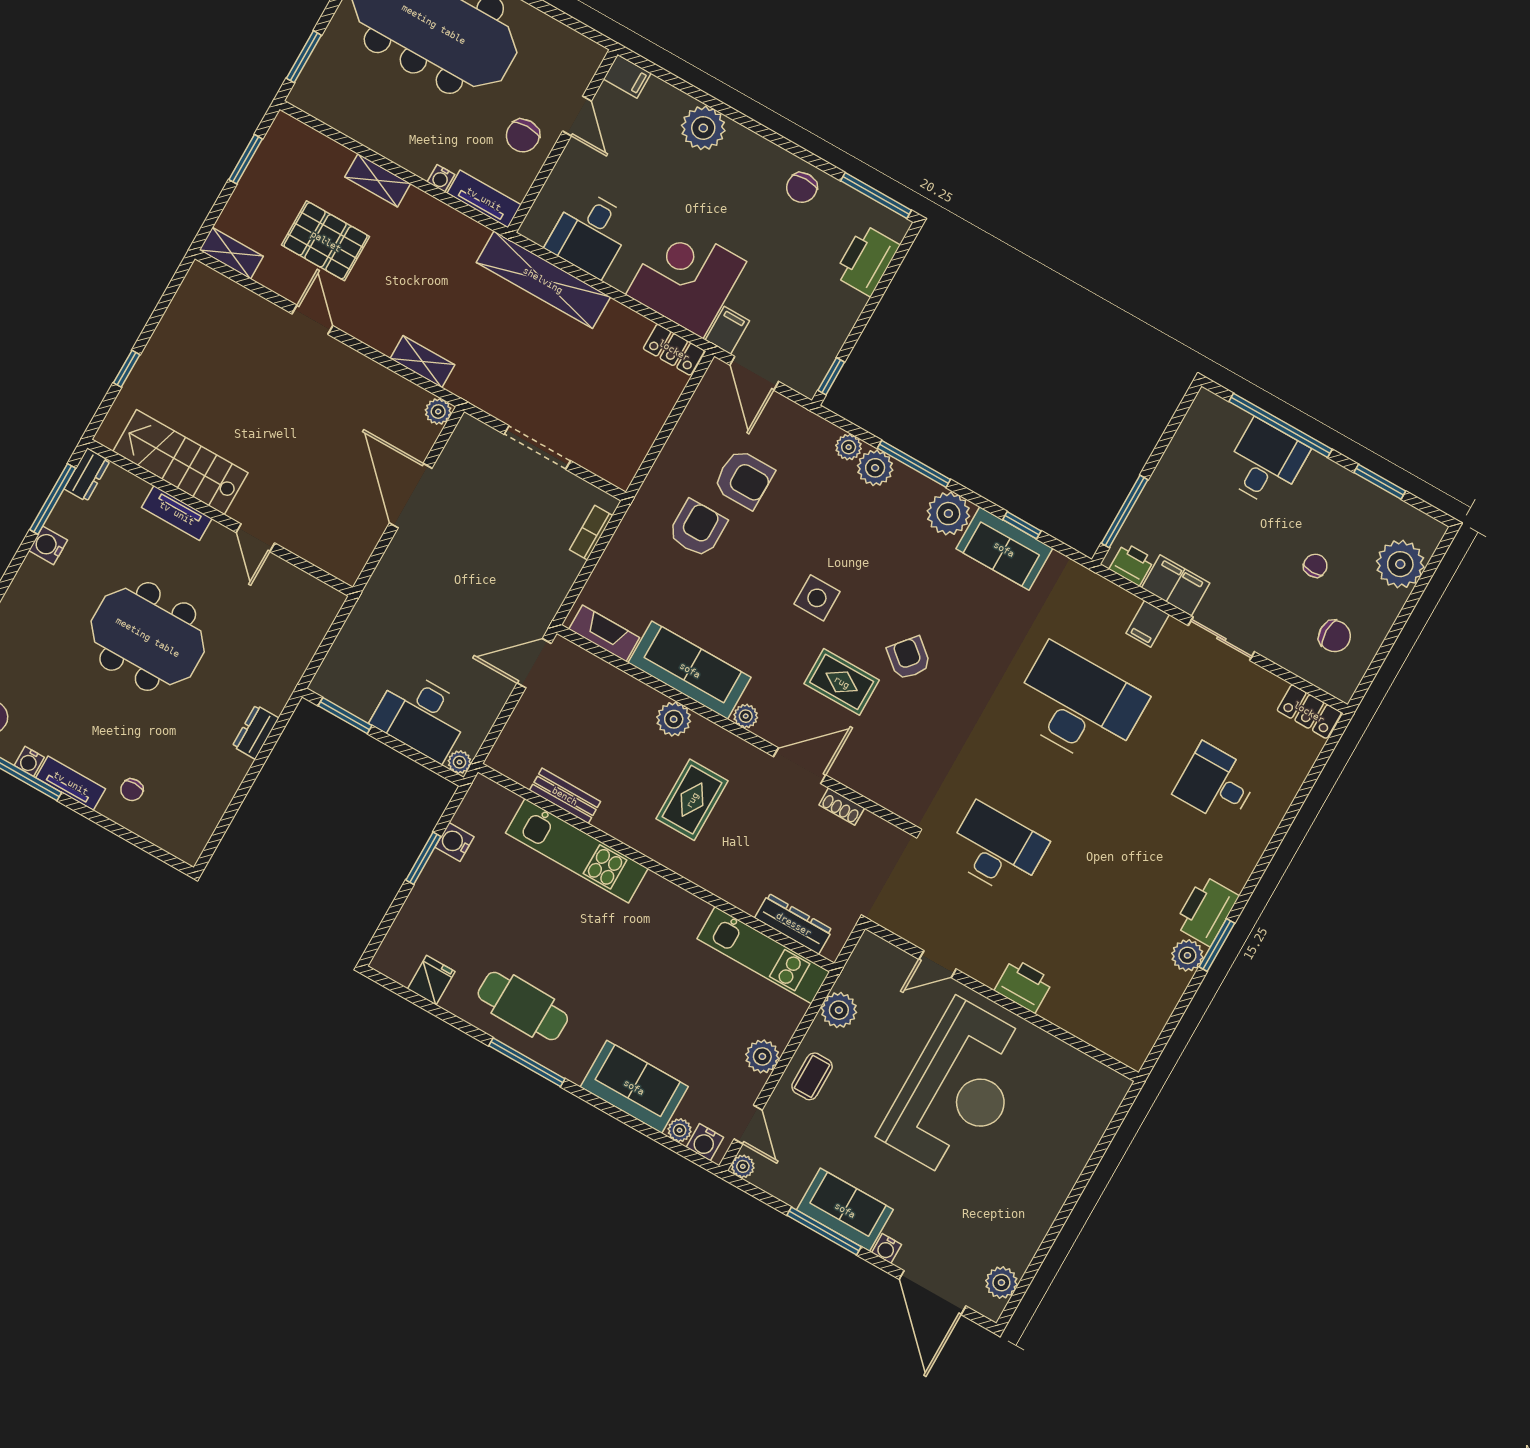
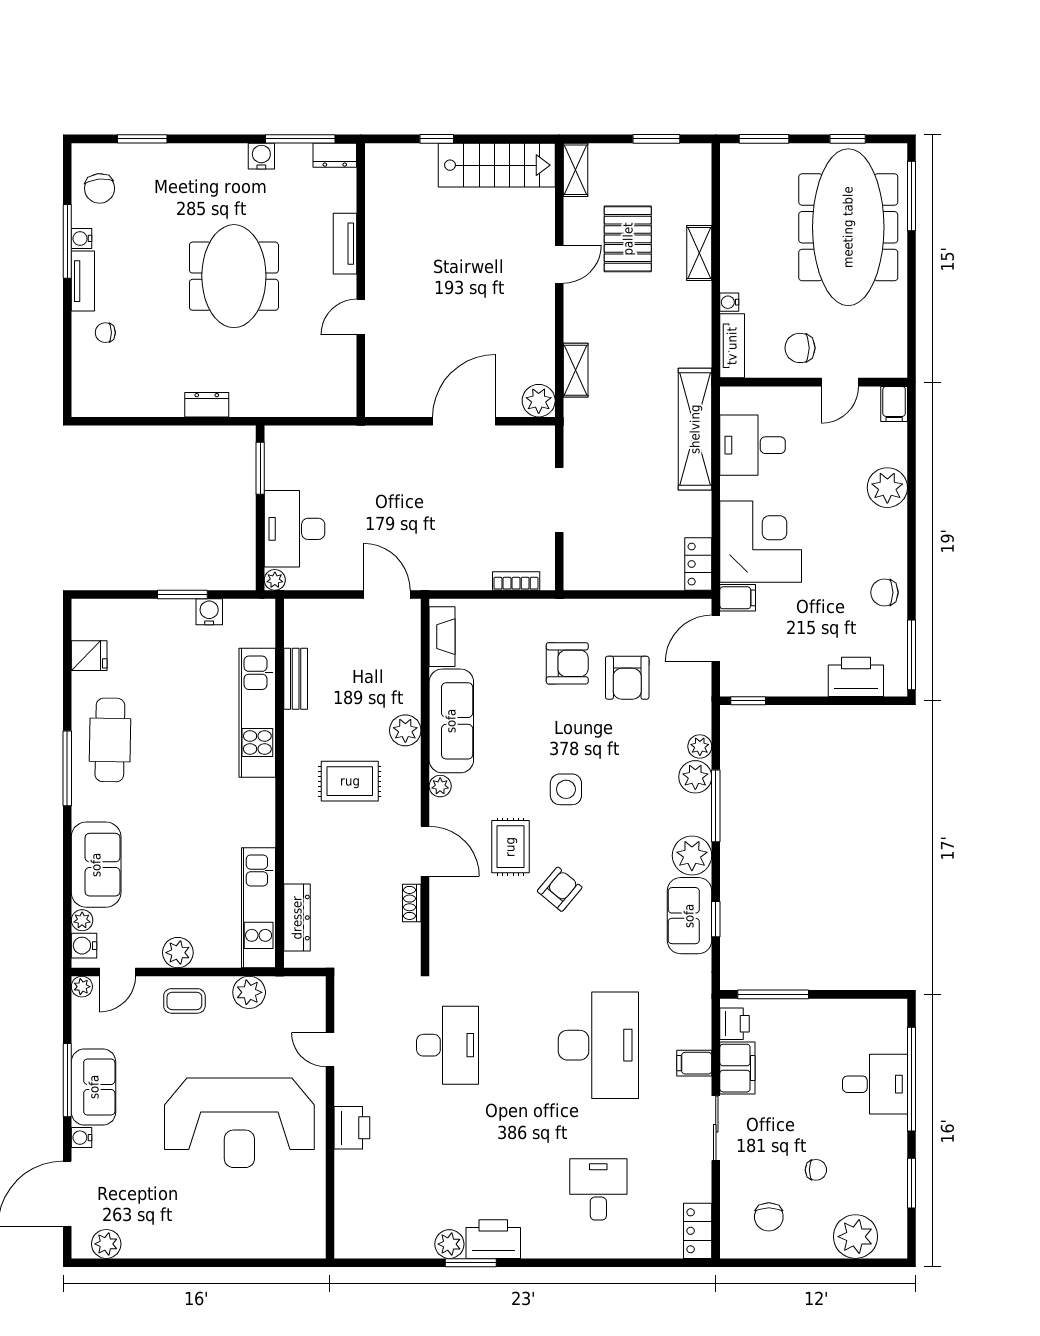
plant: (438, 412) -> (539, 401), width x1.38, depth x1.38
stairs: (180, 462) -> (497, 165), moved, turned 90

